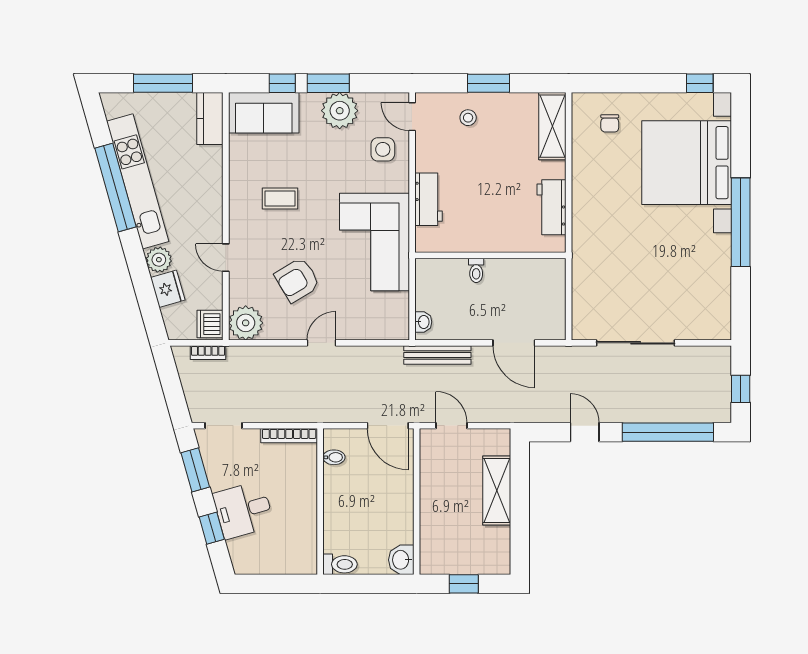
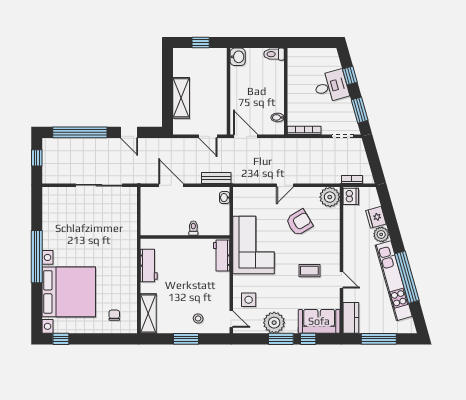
workbench: (428, 199) -> (222, 256), moved
door: (226, 258) -> (342, 280), moved
bench: (437, 355) -> (216, 178), width x0.73

